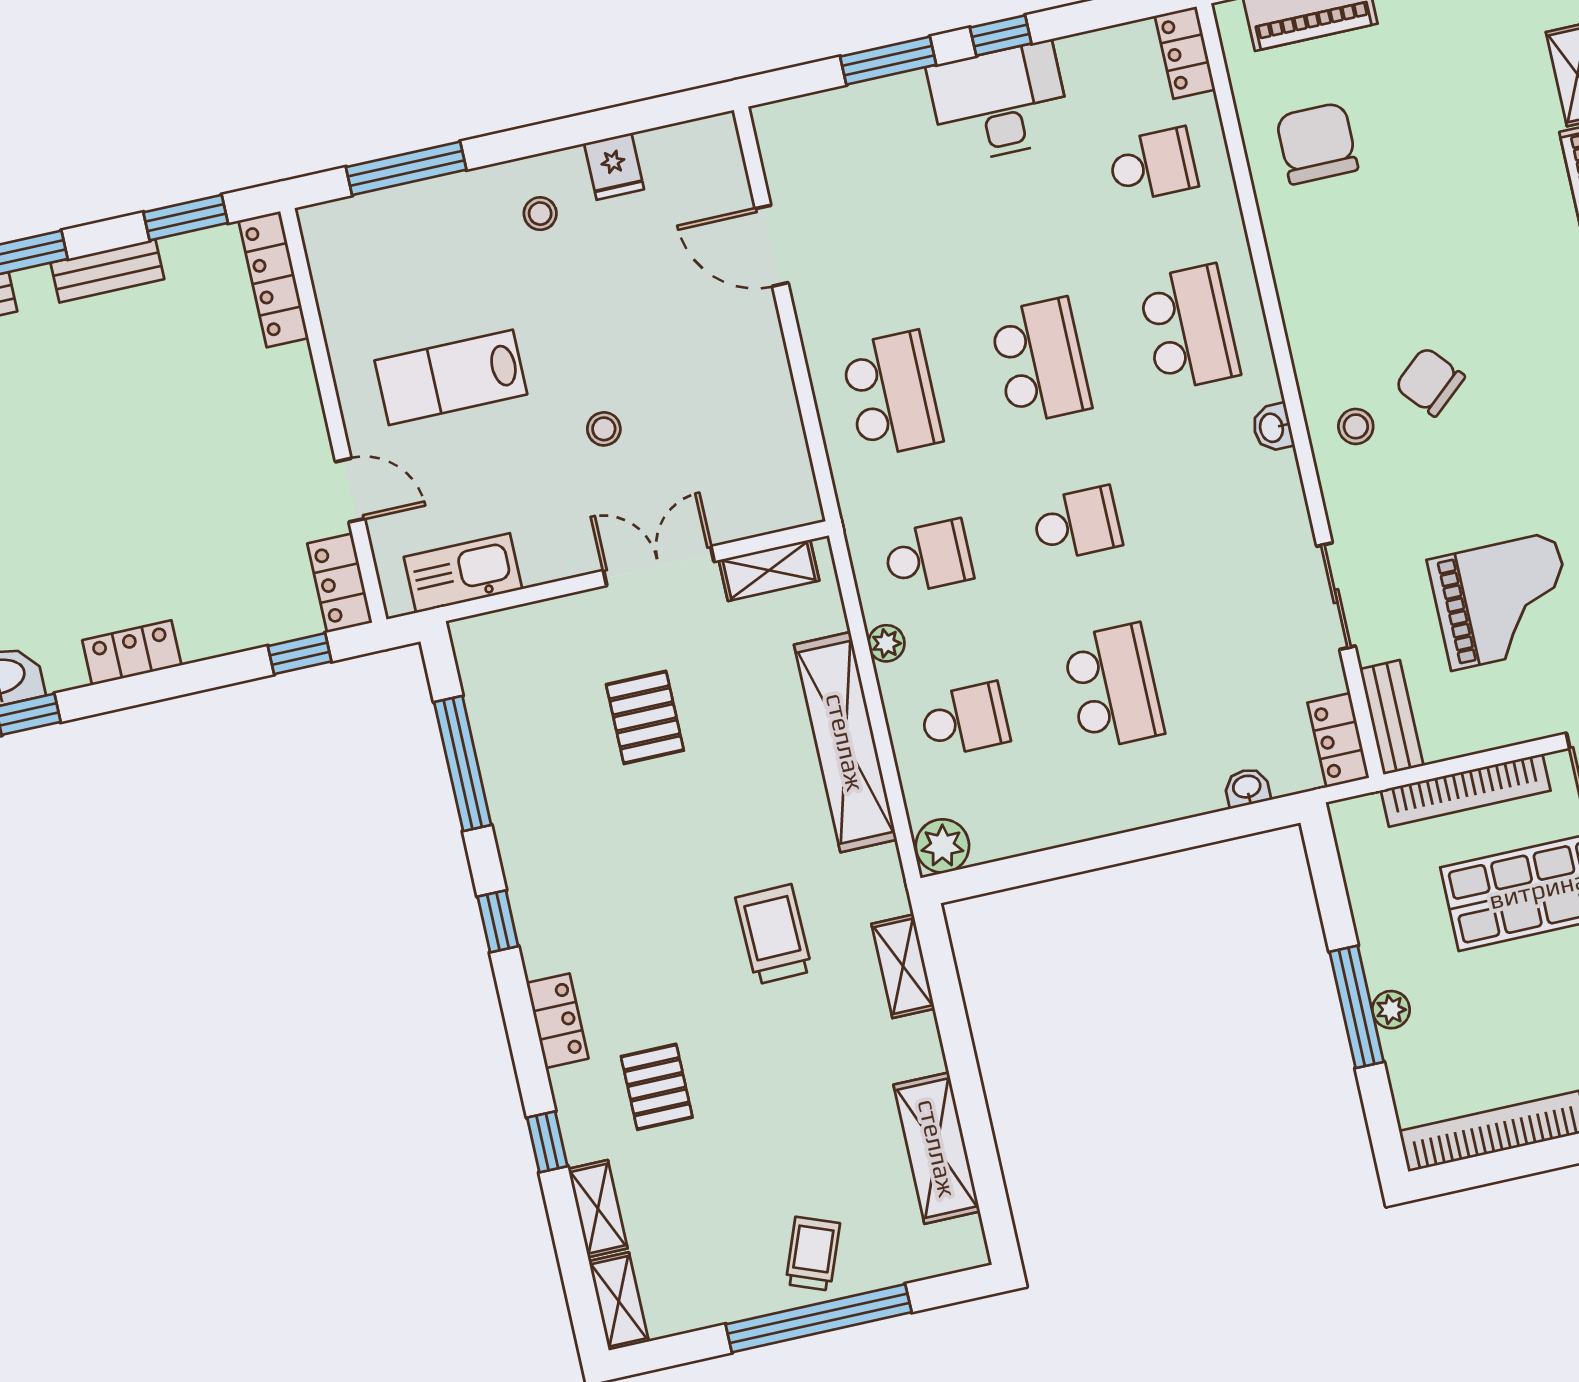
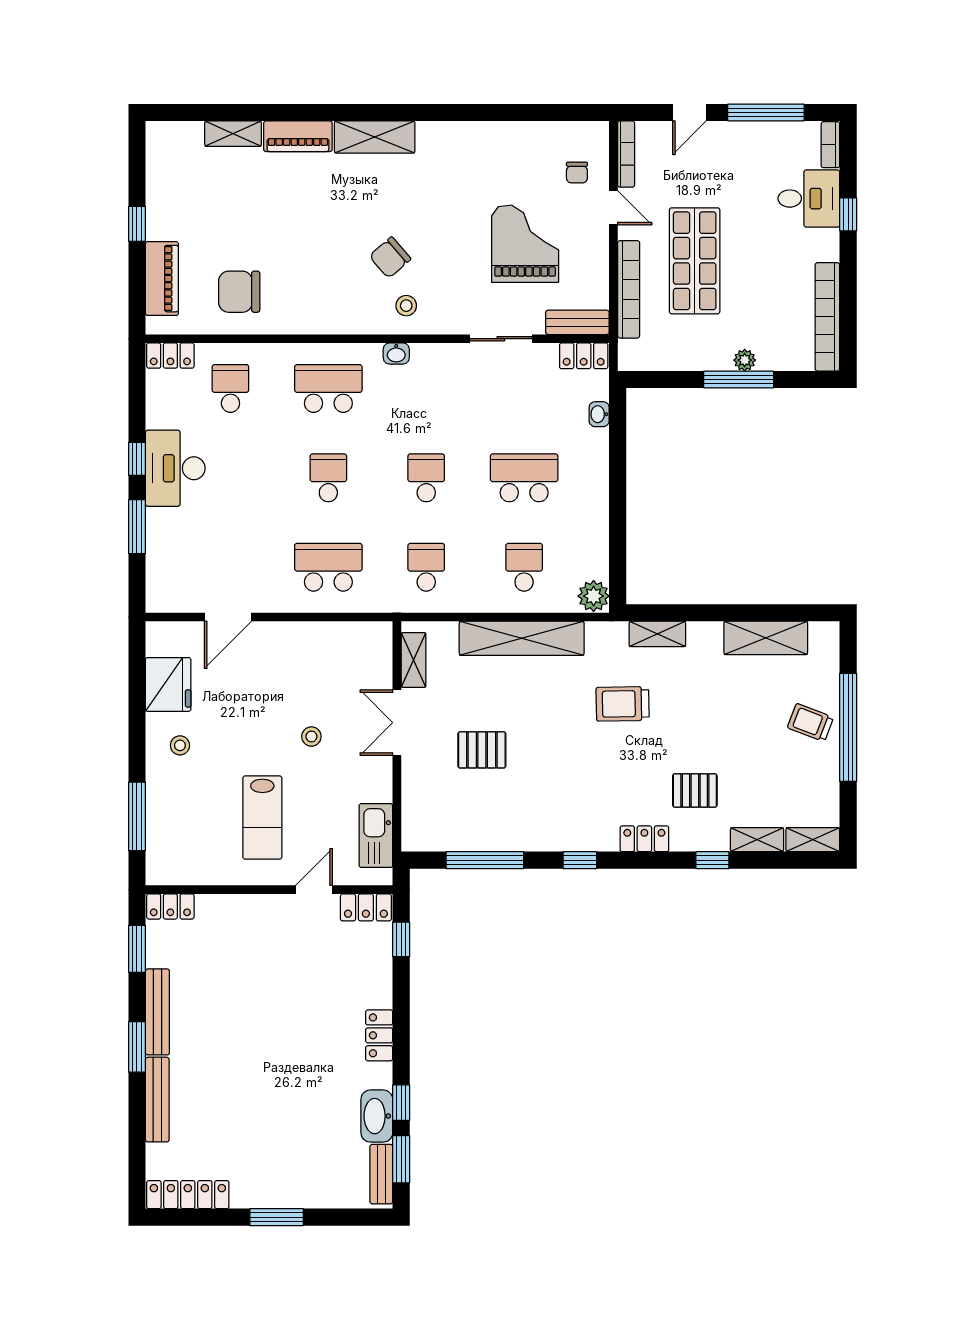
fridge: (614, 166) -> (168, 684), width x1.88, depth x1.34
bench: (107, 271) -> (157, 1012), width x1.36
locker: (274, 279) -> (170, 906), width x0.66
school desk: (1040, 361) -> (328, 478), width x0.54
plant: (886, 643) -> (470, 602), removed

